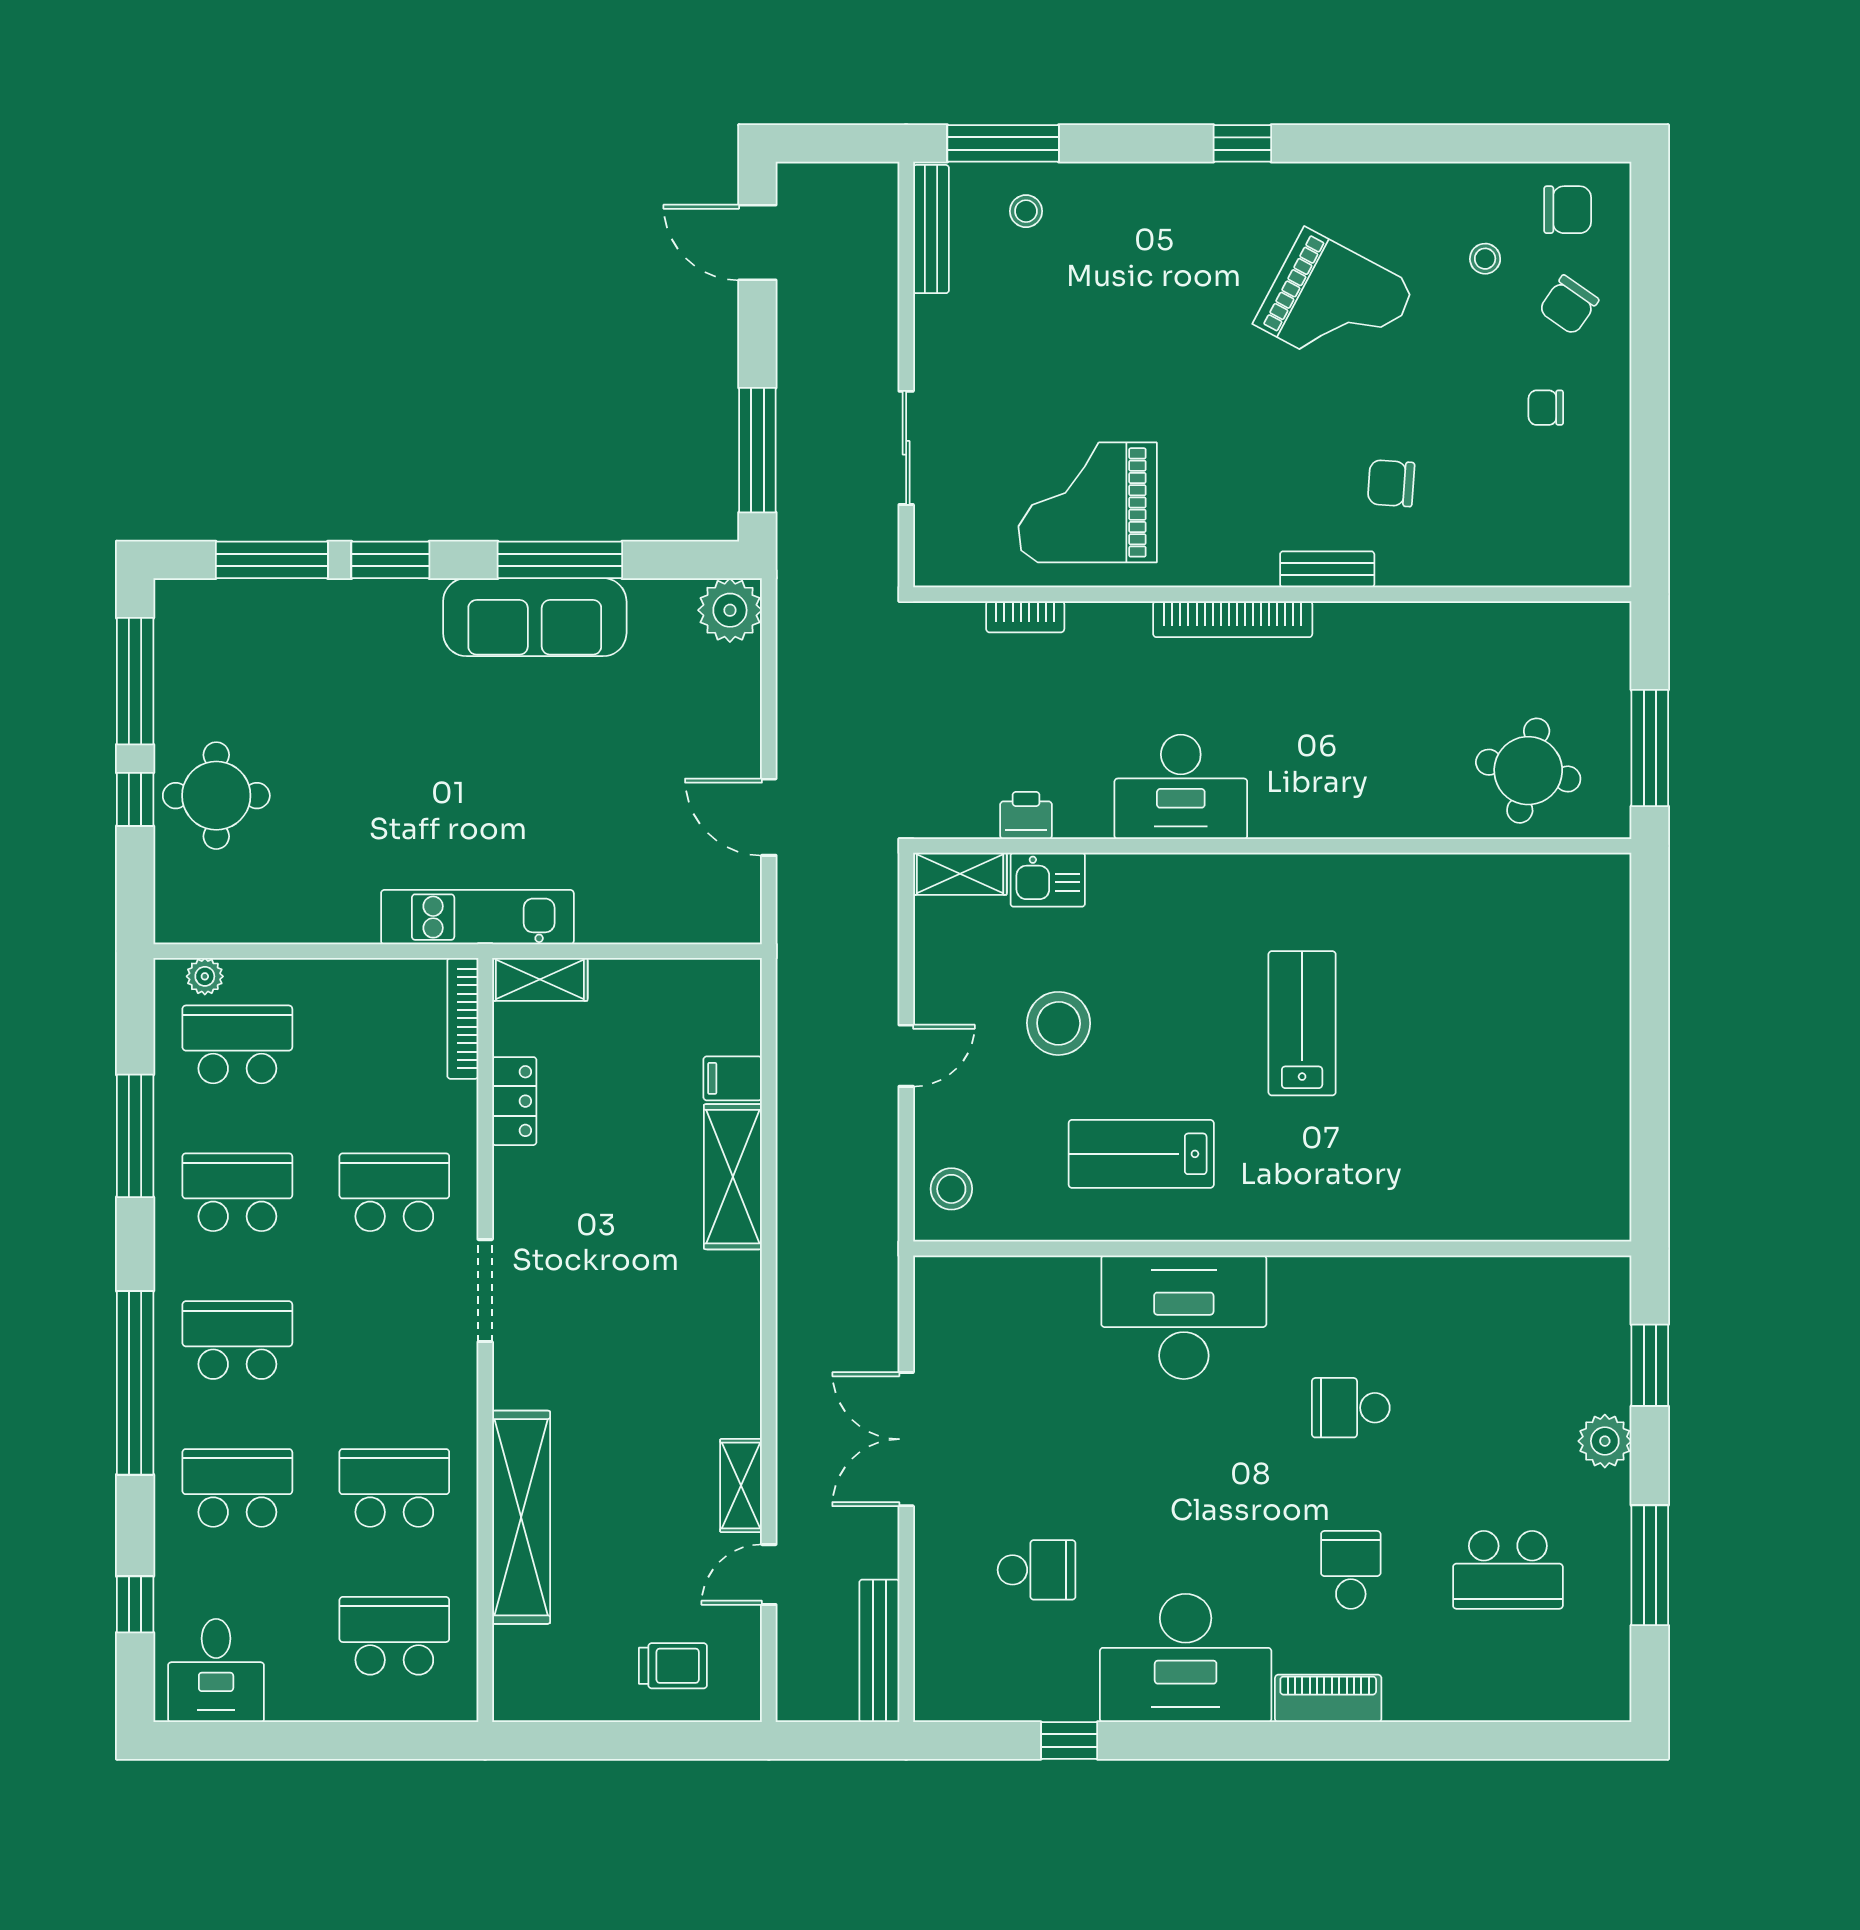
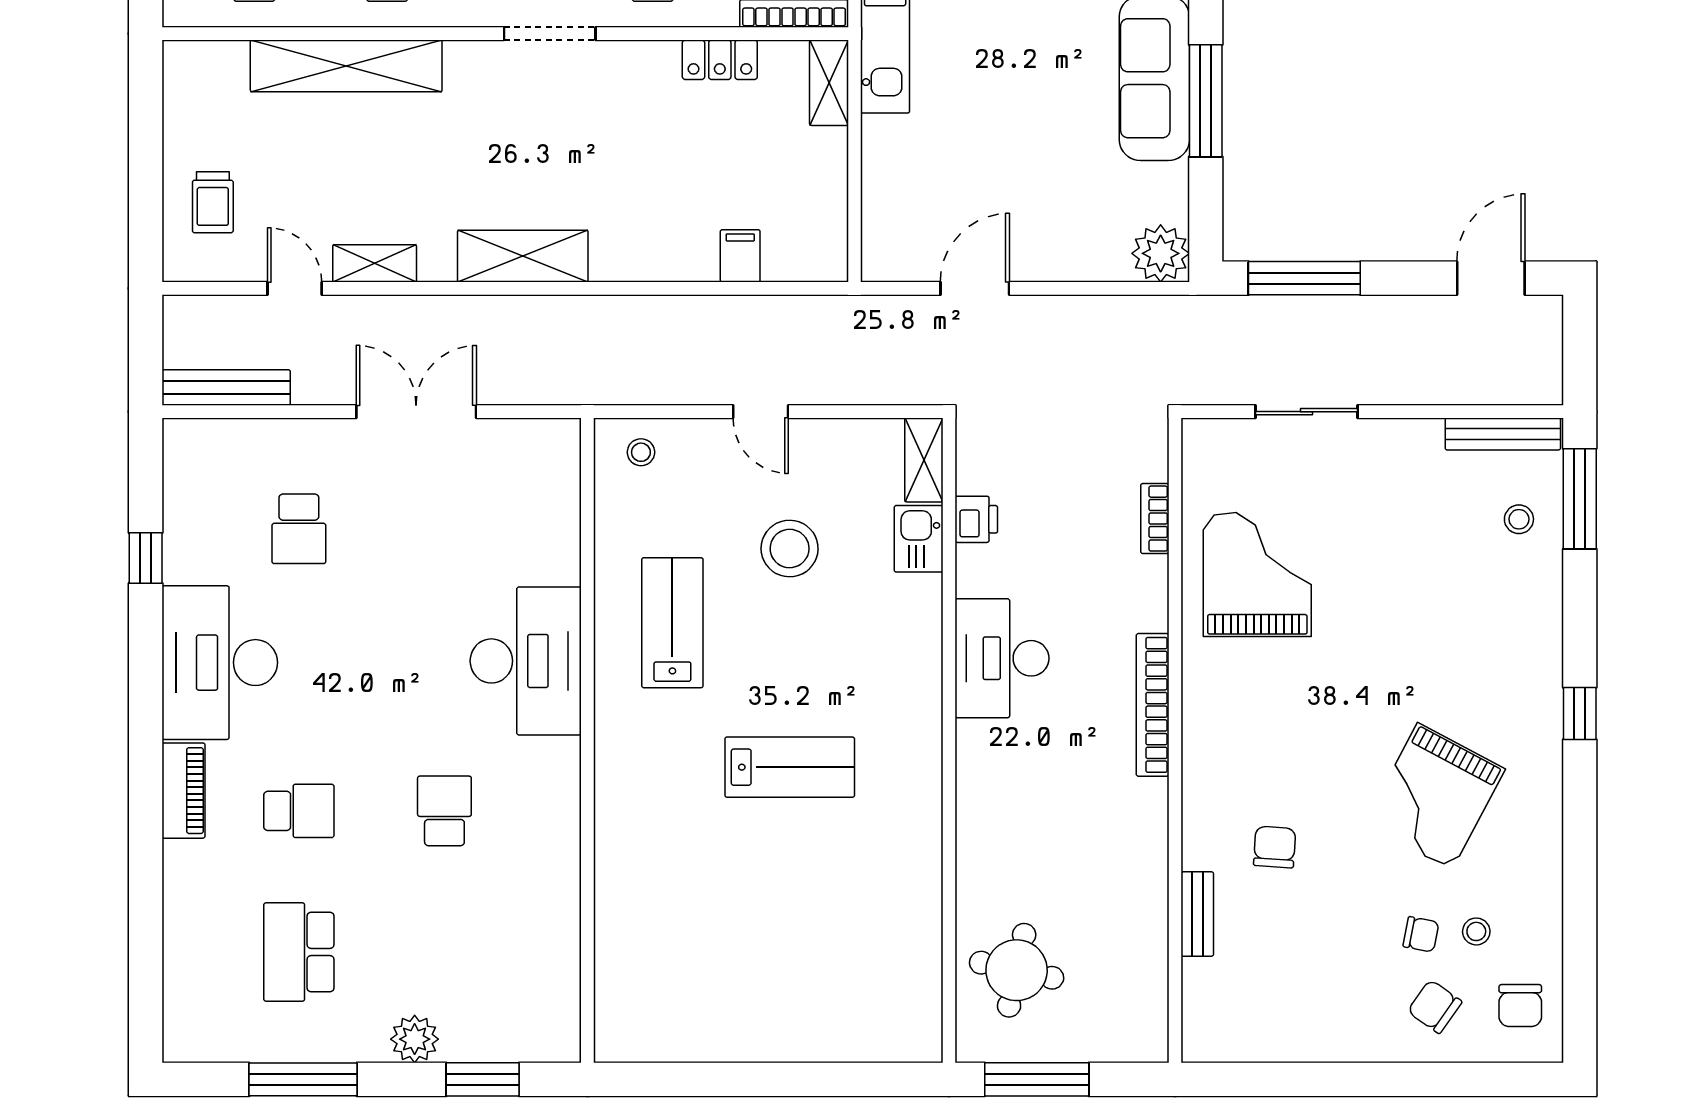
chair: (1546, 408) -> (1421, 934), moved, turned 101
bench: (1327, 569) -> (1197, 914), moved
shelving: (733, 1177) -> (523, 256), moved
stool: (951, 1189) -> (641, 452), width x0.73, depth x0.73

